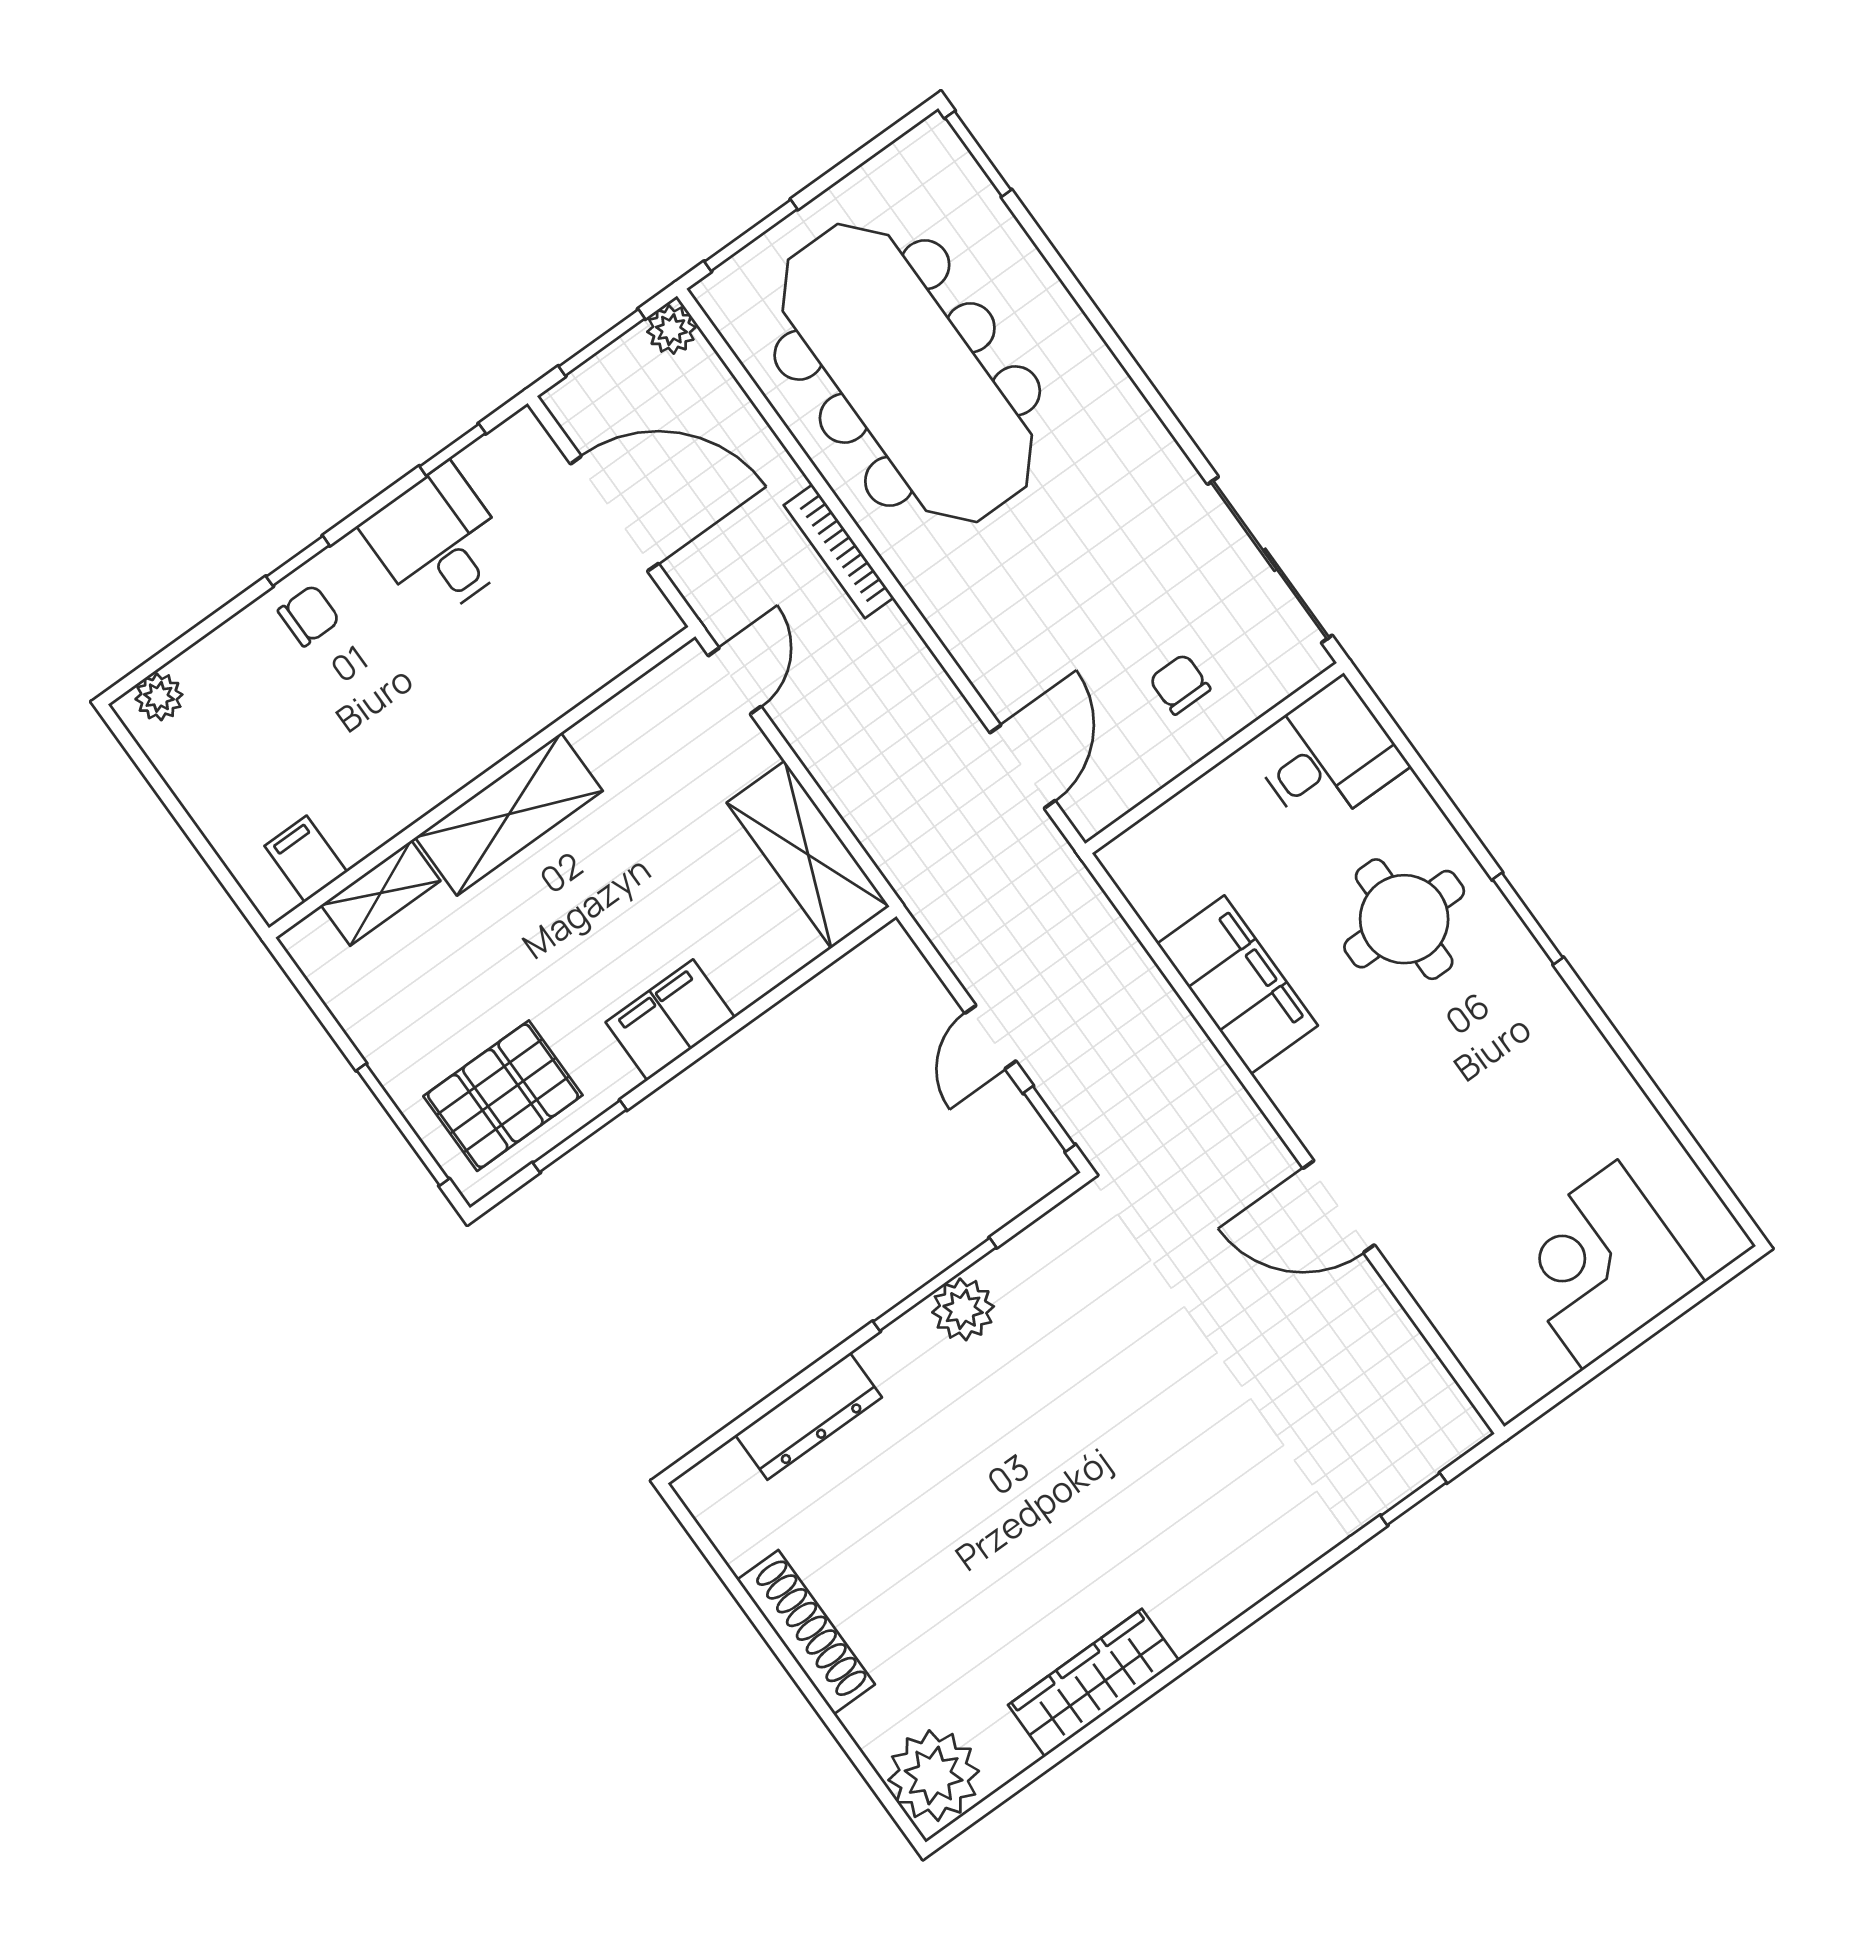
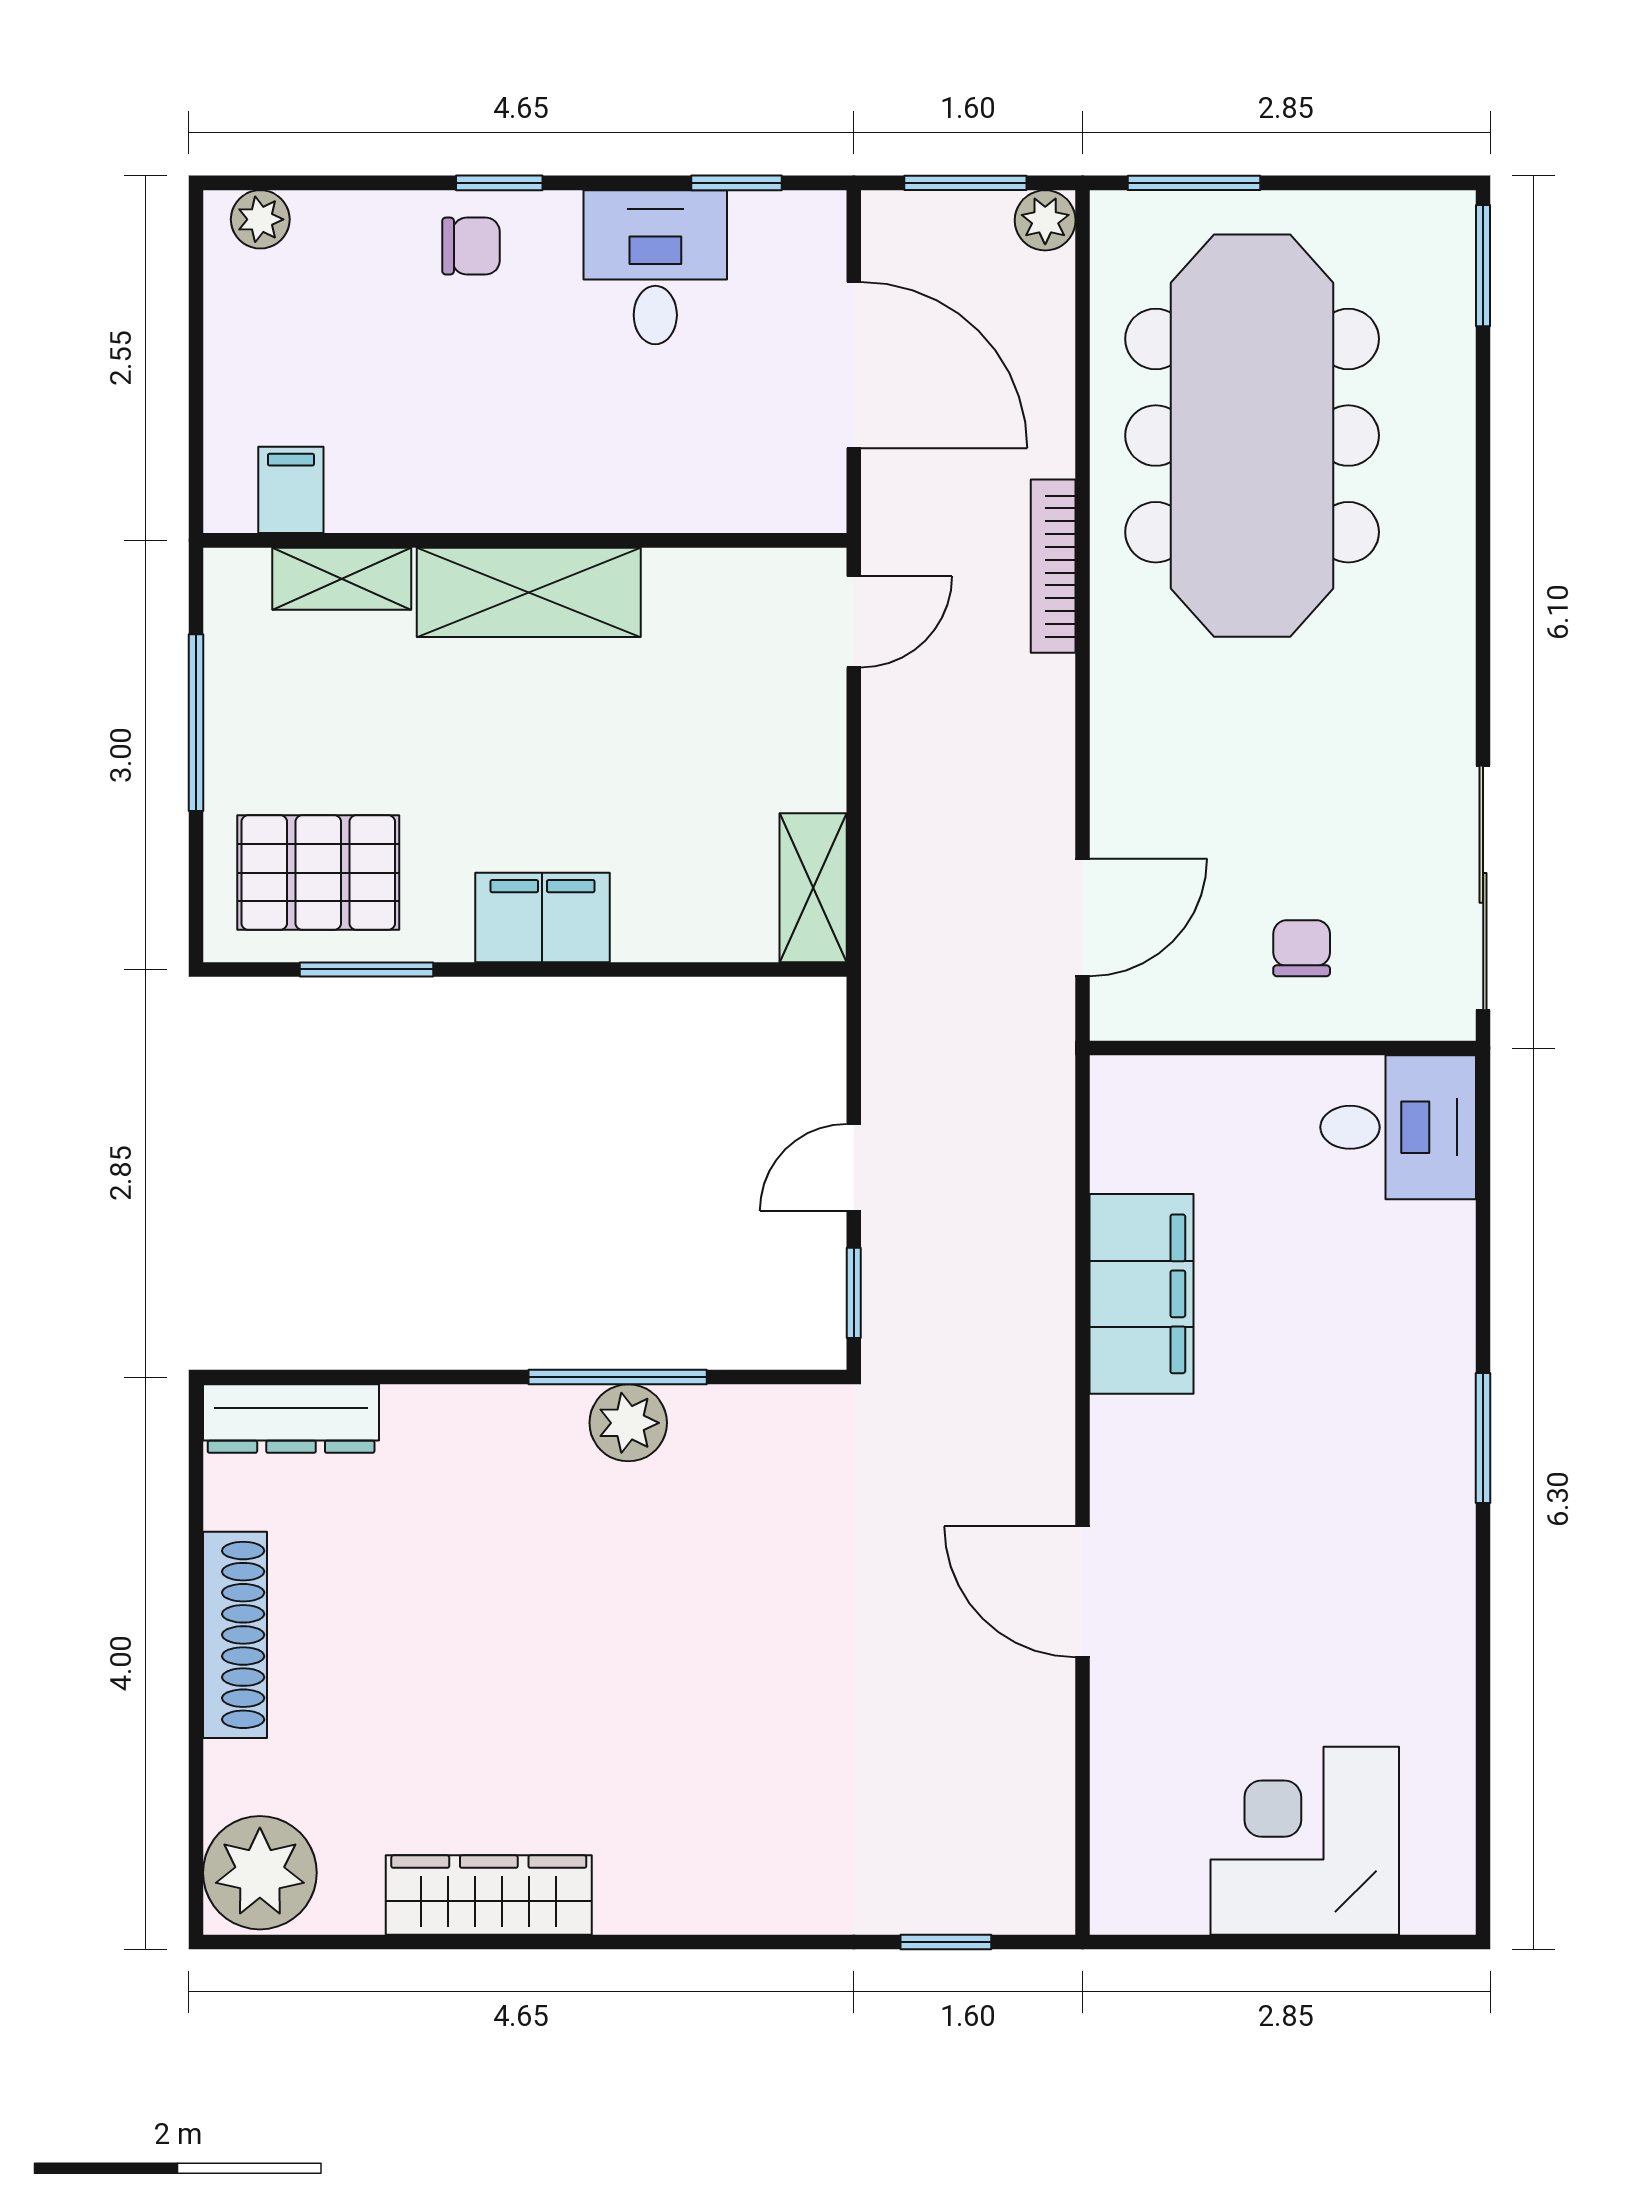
shelving: (808, 855) -> (813, 888), width x0.67, depth x0.75
round table: (1404, 919) -> (1358, 1349), removed
window: (403, 1125) -> (196, 723), moved
dresser: (809, 1416) -> (291, 1419), moved

